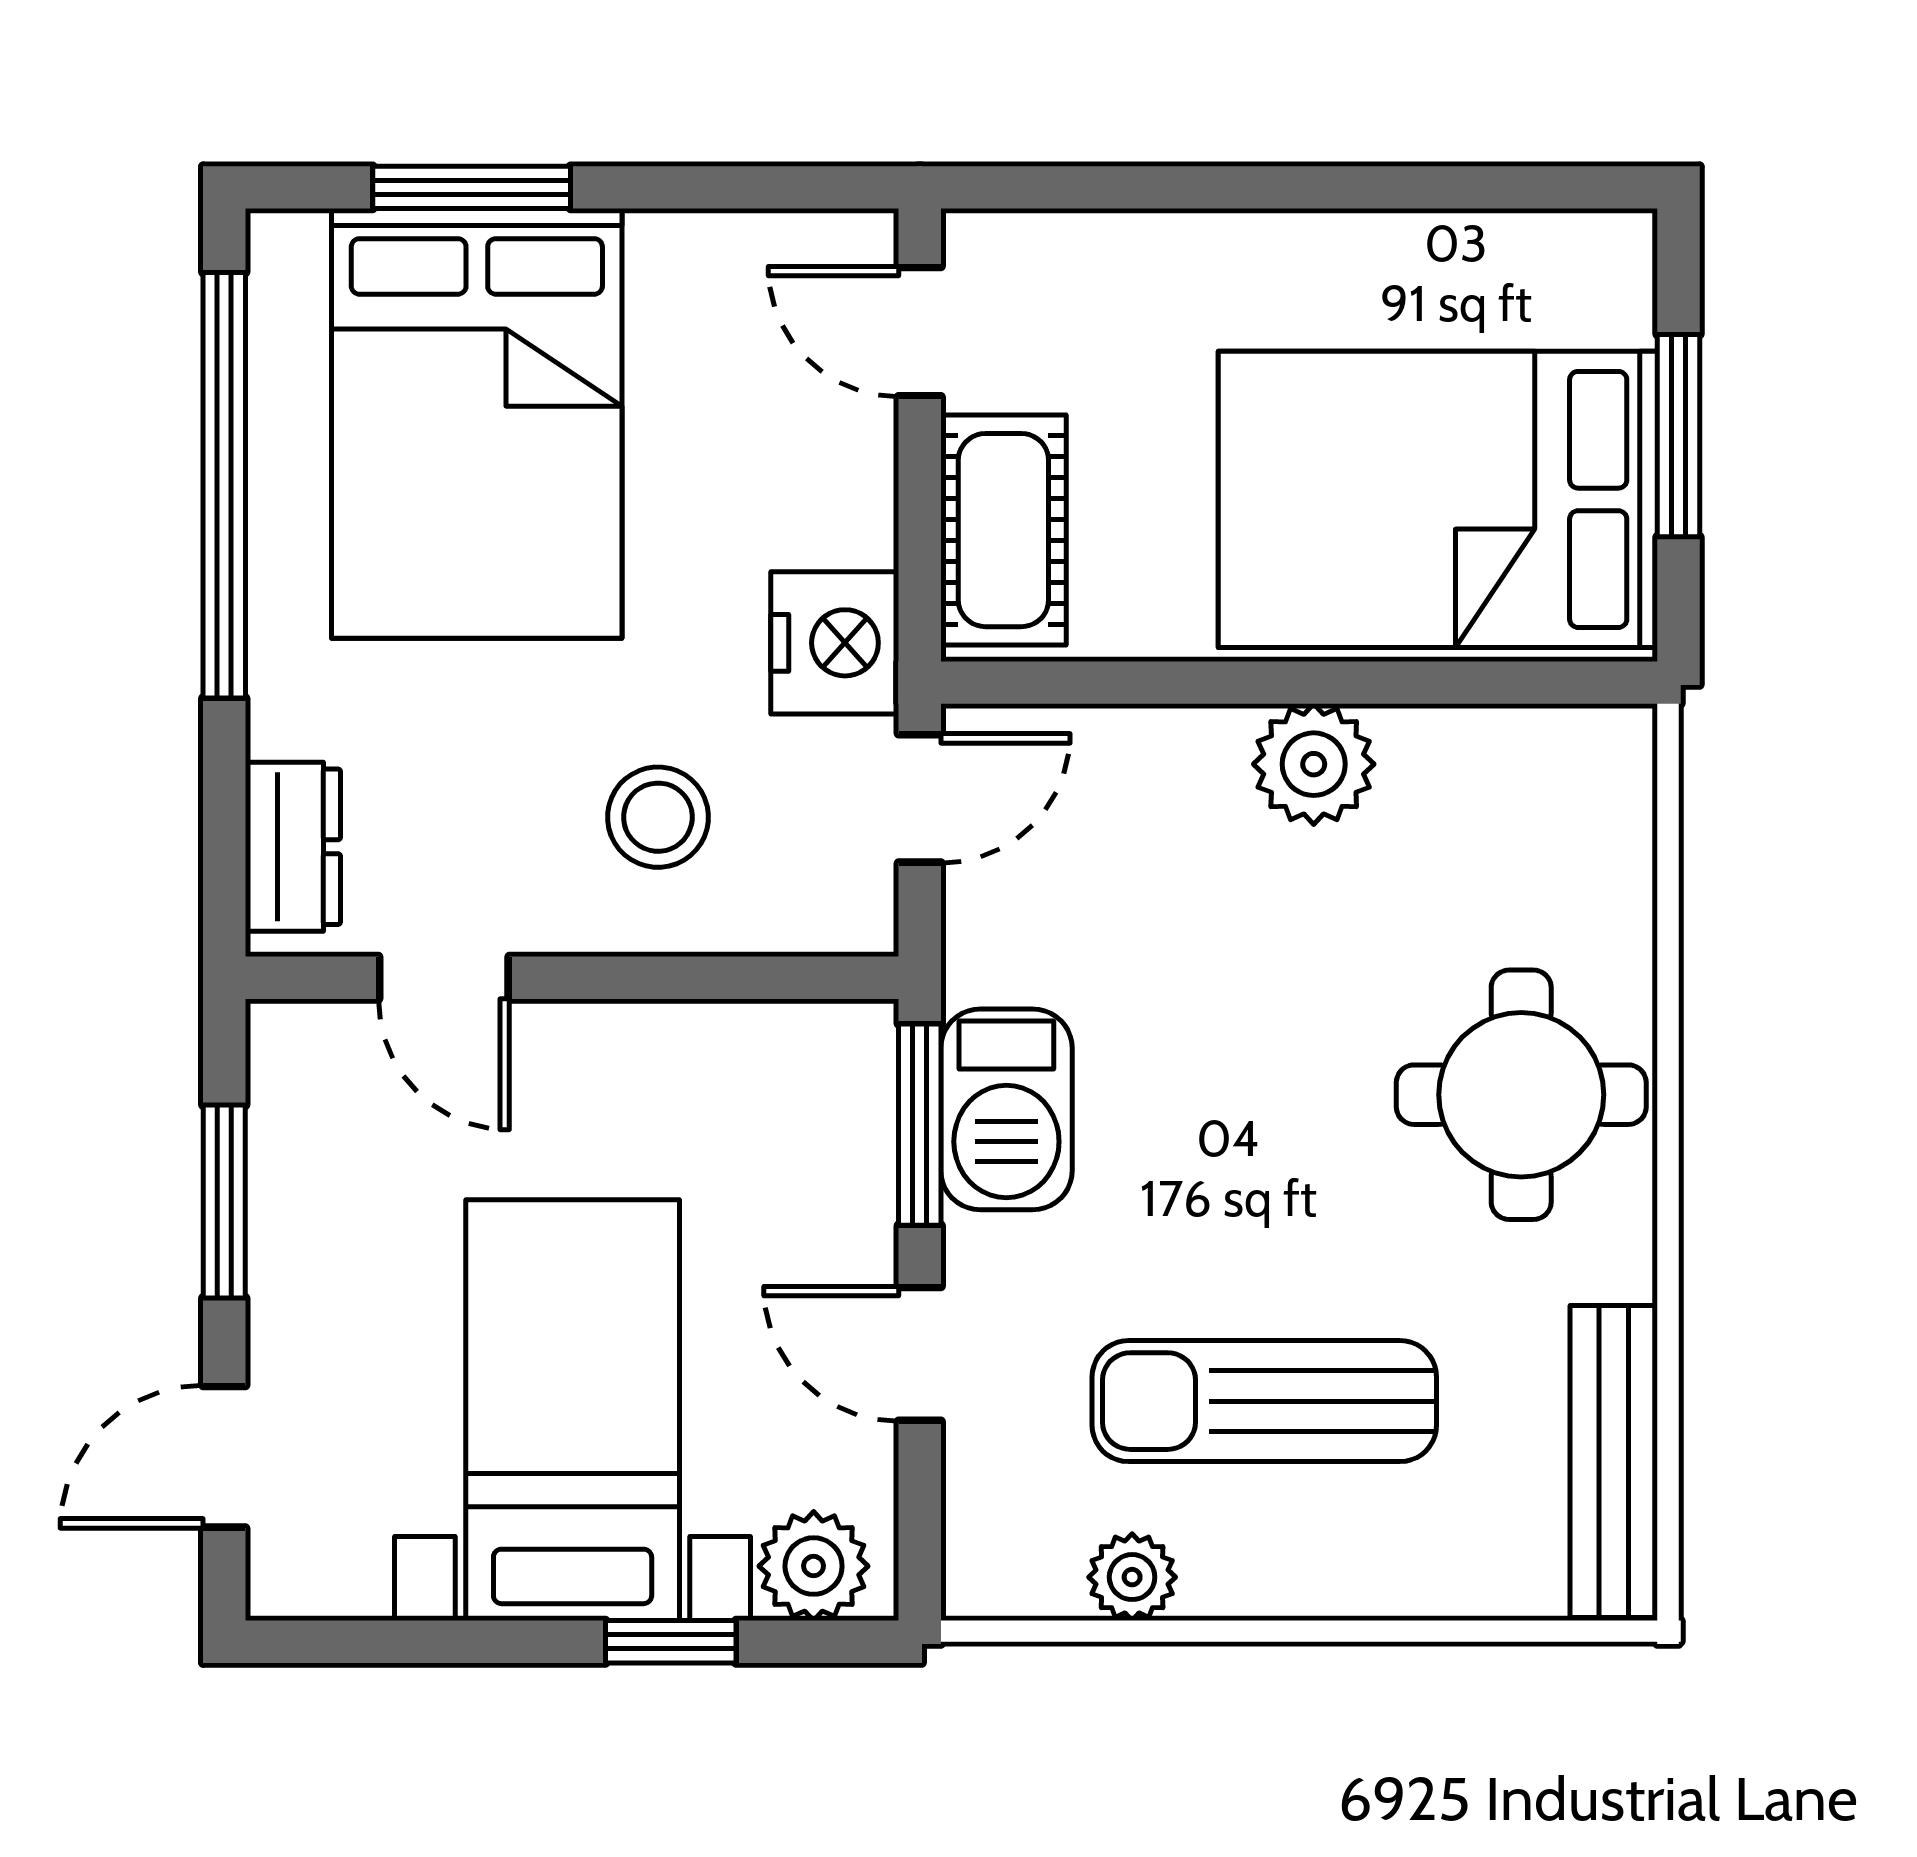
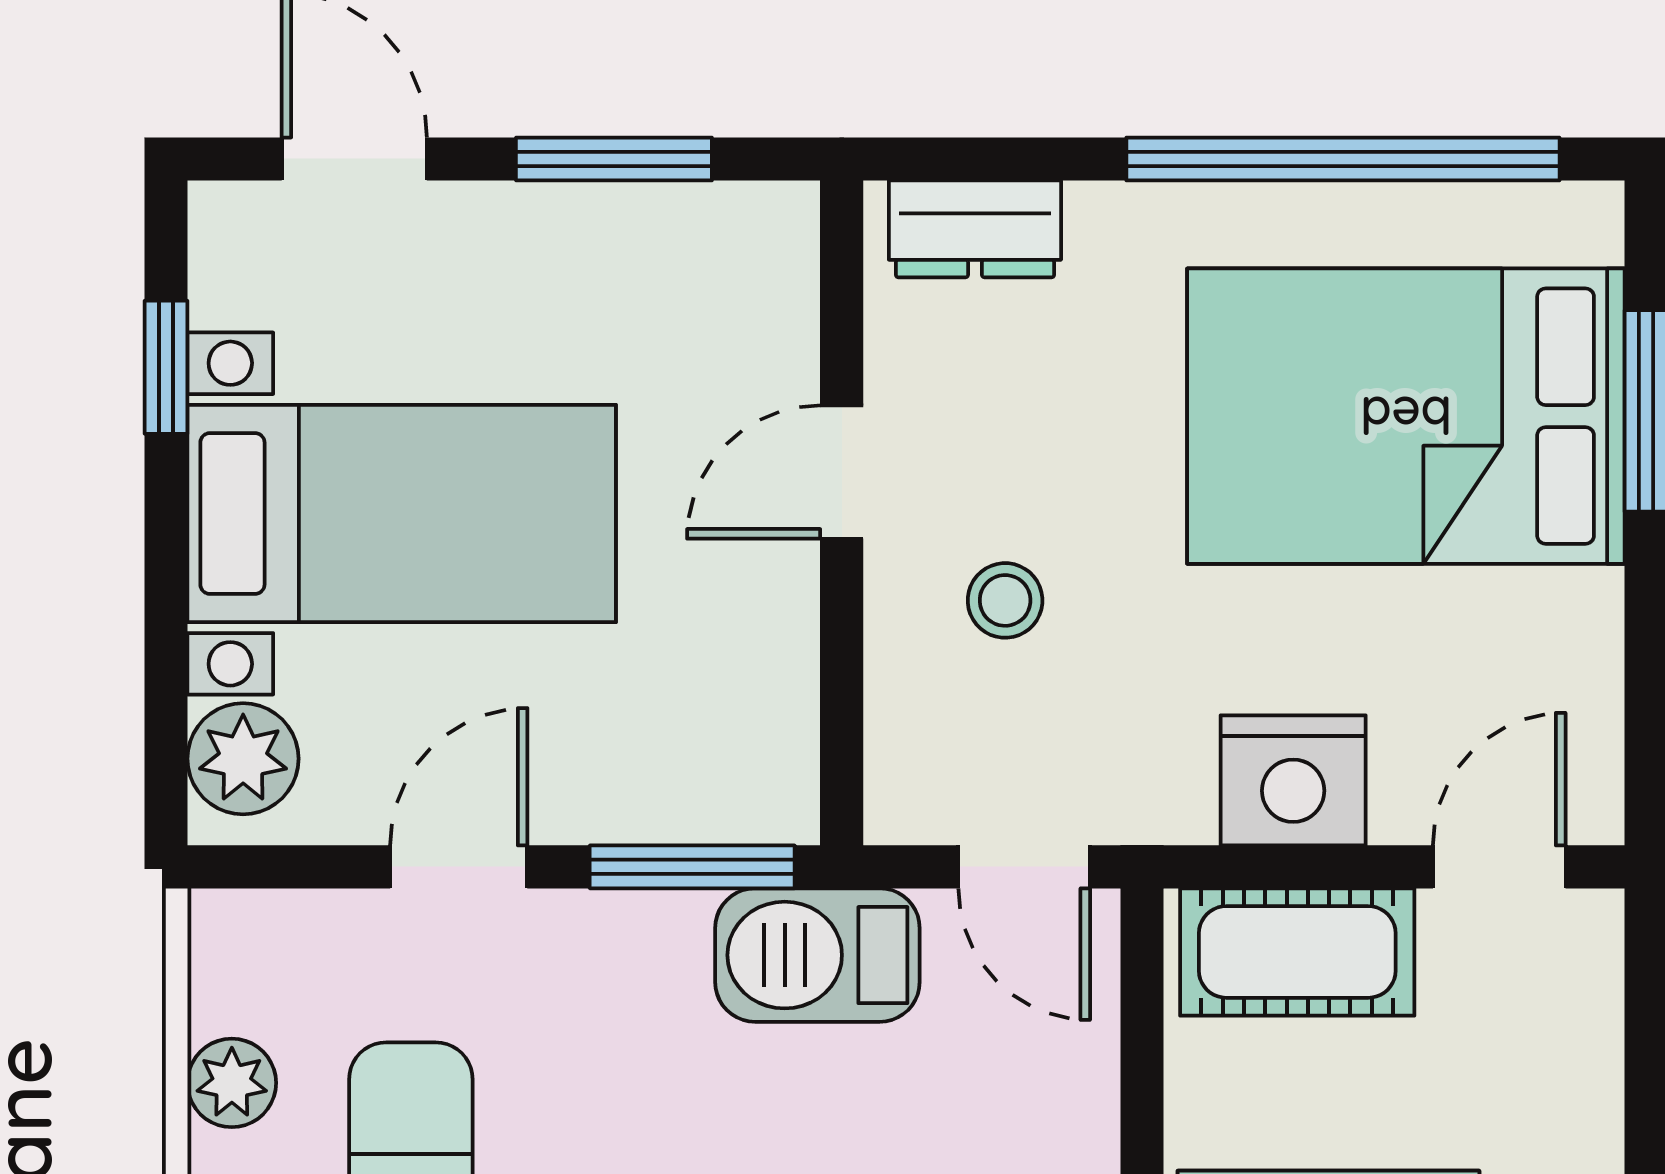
nightstand: (835, 643) -> (1293, 780), moved
stool: (658, 817) -> (1005, 600), width x0.73, depth x0.73
door: (444, 978) -> (842, 472), moved
barbecue: (1006, 1109) -> (817, 955), moved
window: (671, 1642) -> (166, 367), moved

